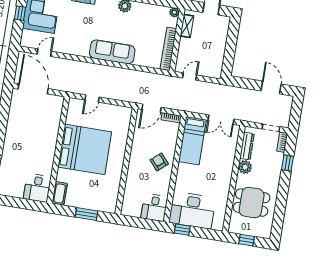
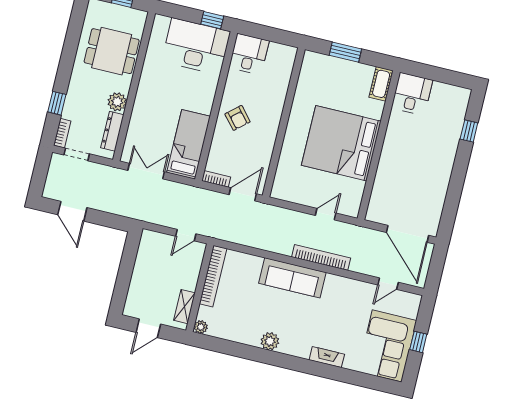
bookcase: (93, 68) -> (321, 257), added

